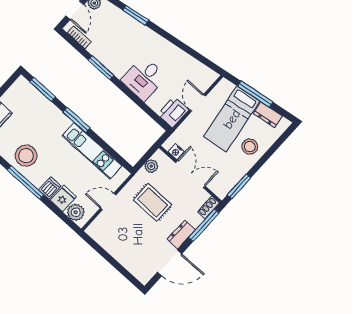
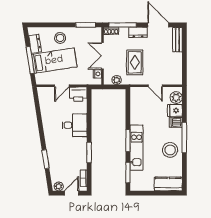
kitchen unit: (92, 151) -> (136, 148), moved
bench: (136, 269) -> (177, 40), added

